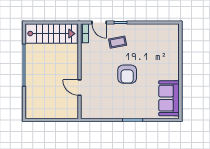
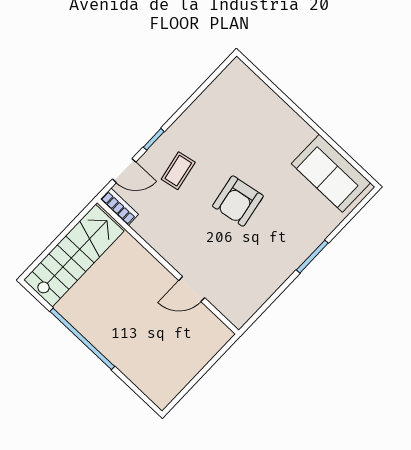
armchair: (127, 74) -> (238, 201), turned 80

